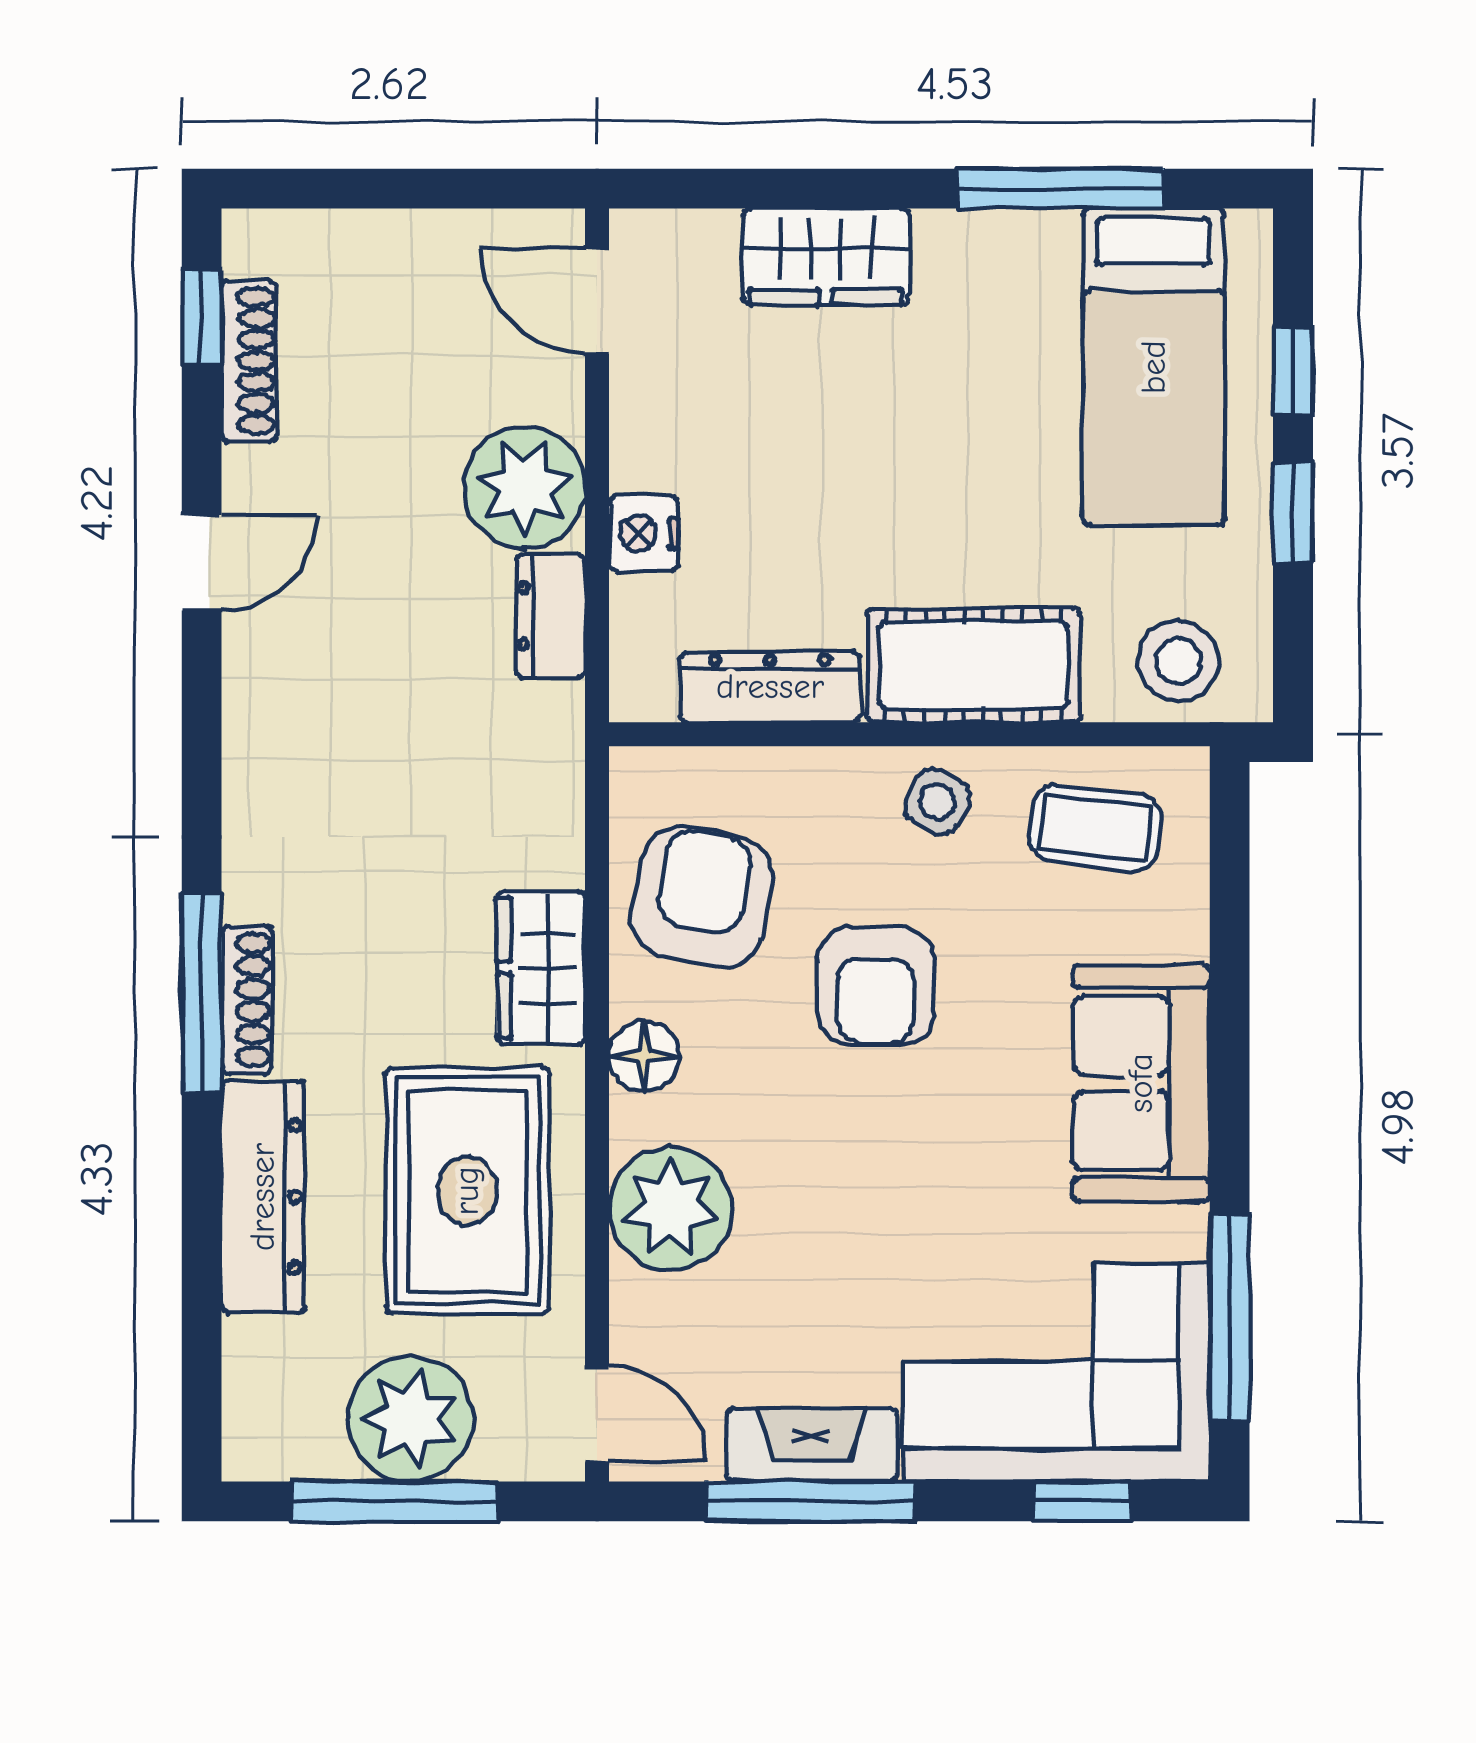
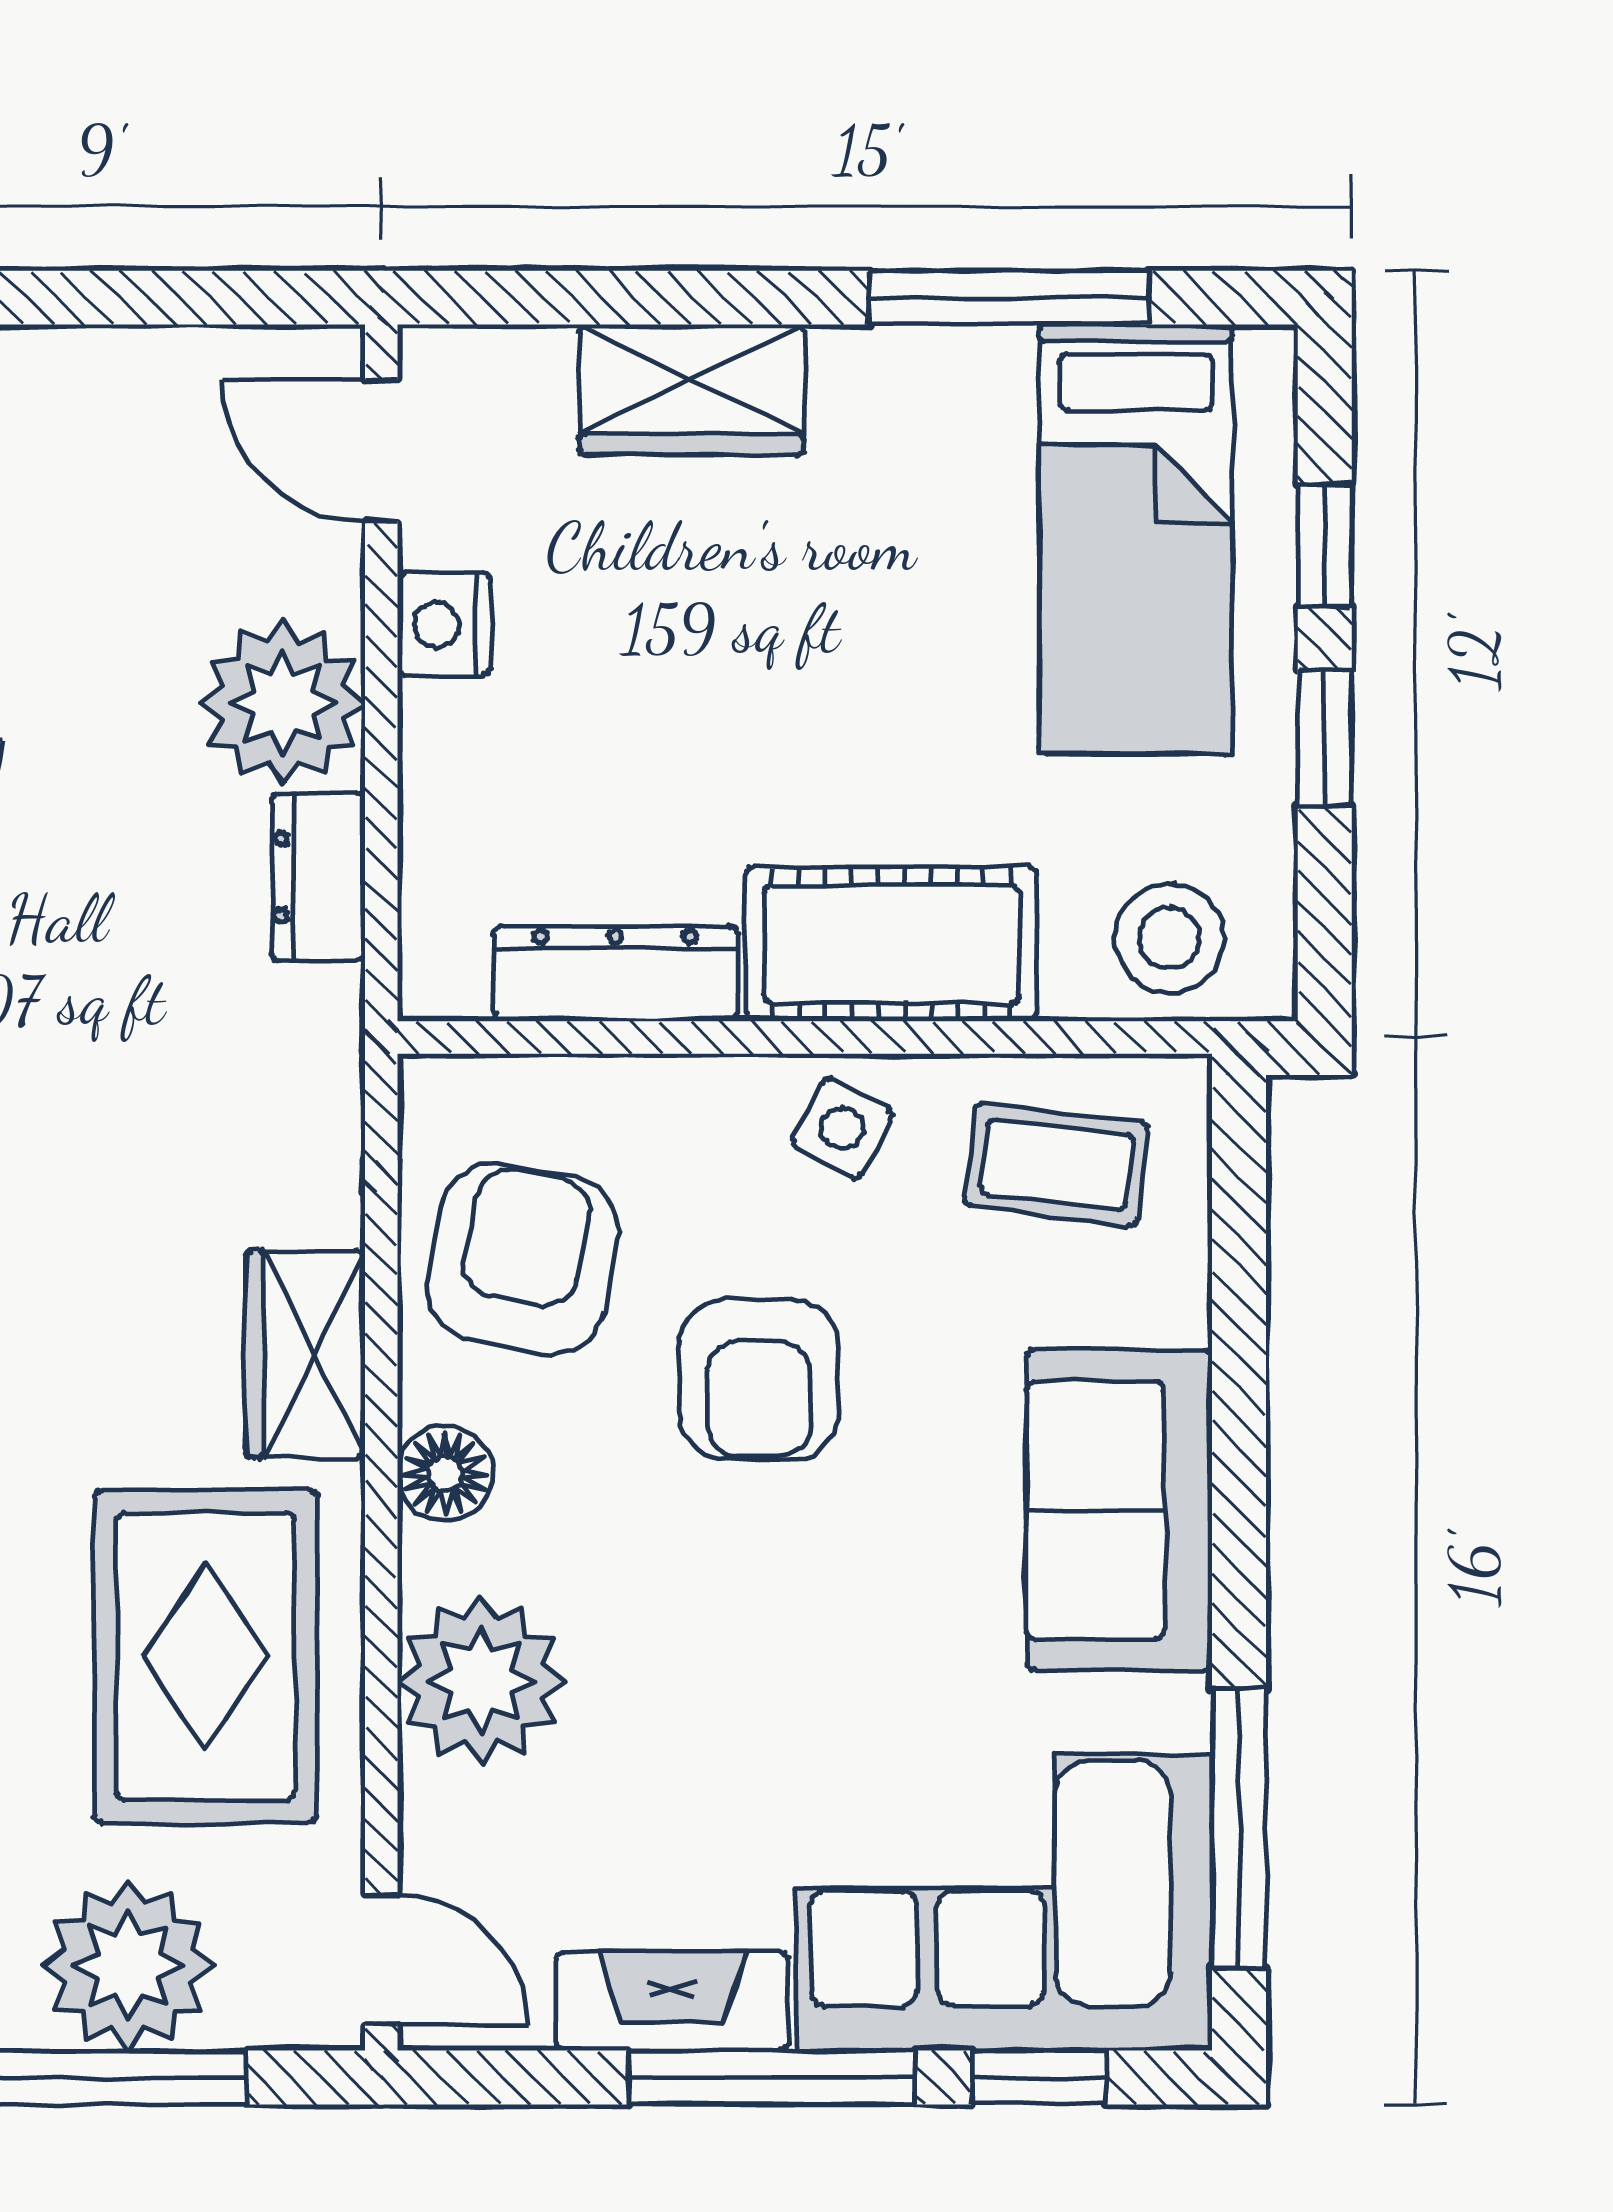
nightstand: (644, 533) -> (444, 625), moved
window: (811, 1501) -> (771, 2077), moved

